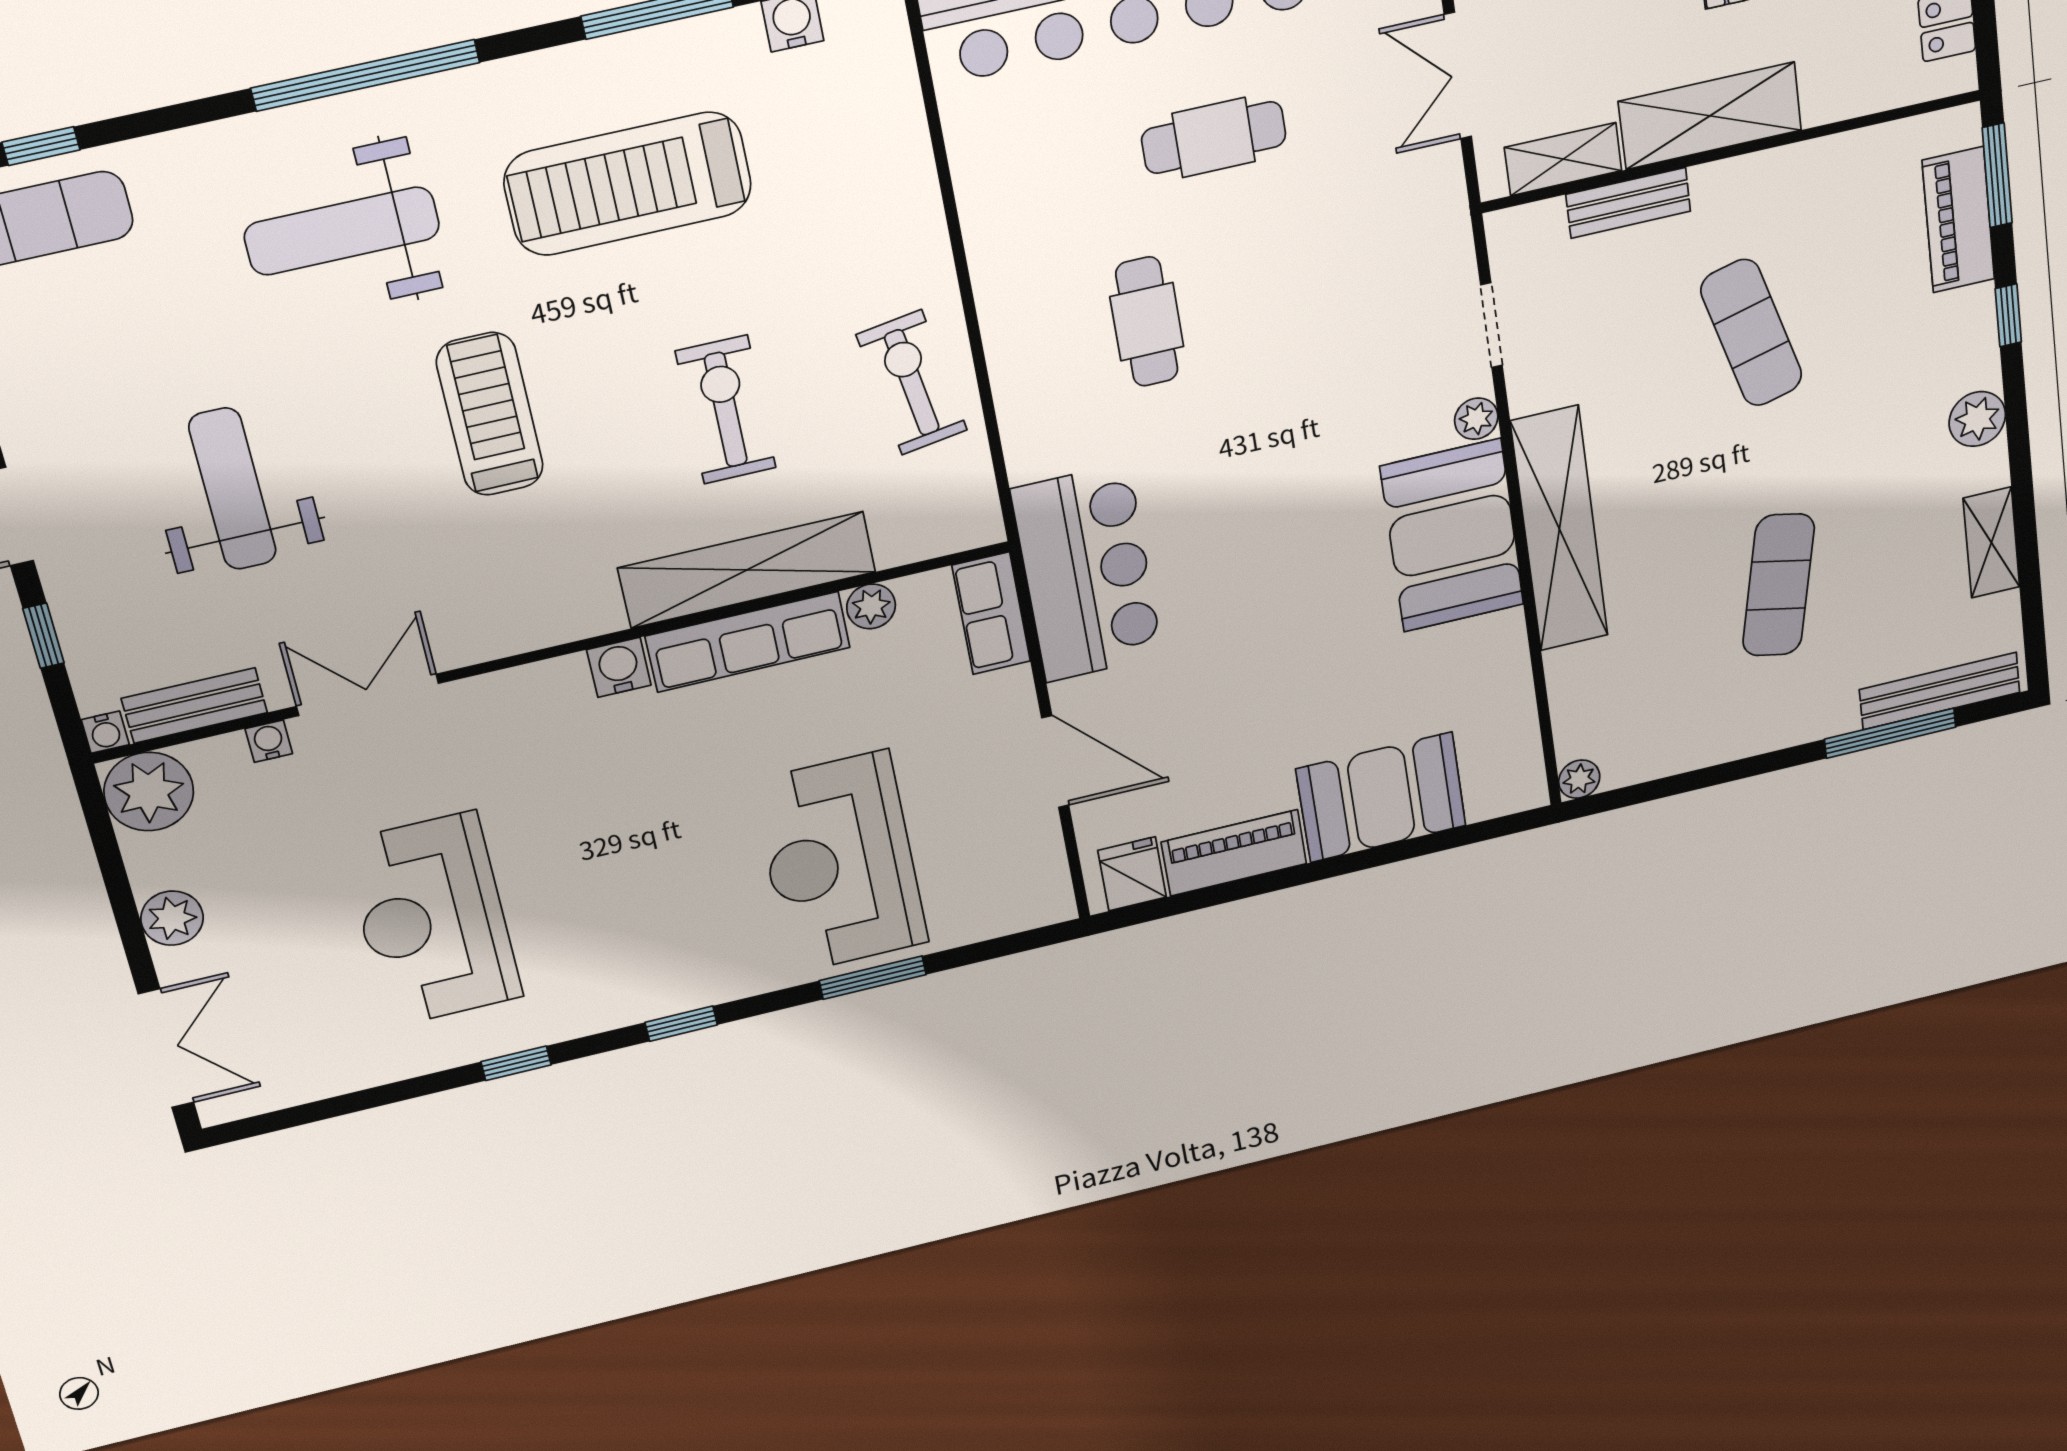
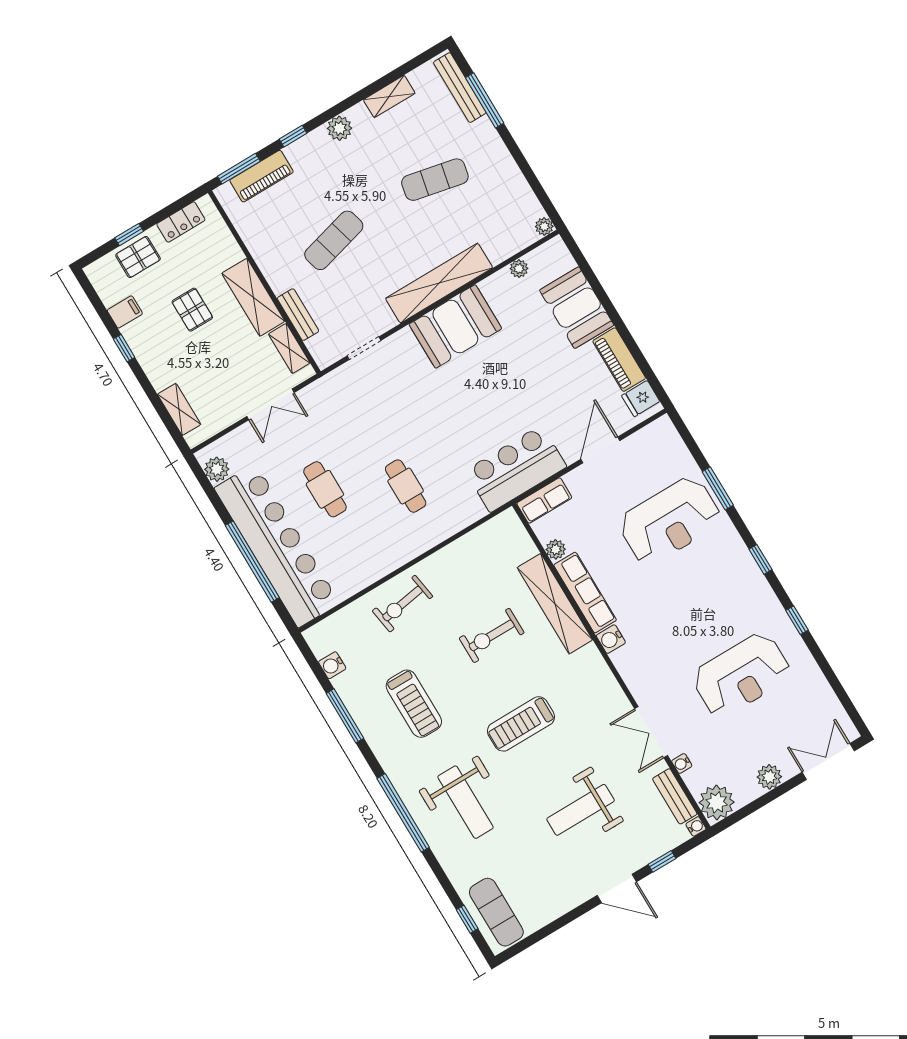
treadmill: (628, 184) -> (414, 704), width x0.73, depth x0.73
cafe table: (1147, 322) -> (406, 486), turned 90
exercise bike: (912, 383) -> (403, 604), moved
plant: (1476, 419) -> (519, 269), moved

